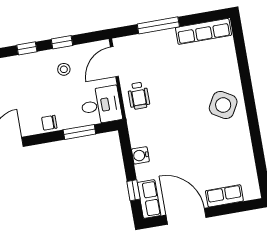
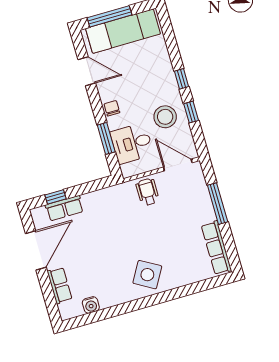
stool: (64, 69) -> (165, 117), width x1.89, depth x1.89
wheelchair: (139, 96) -> (147, 192), turned 90
desk: (101, 105) -> (132, 143), moved, turned 90
water cooler: (140, 155) -> (91, 305), moved, turned 180
row of seats: (149, 199) -> (64, 208), moved

